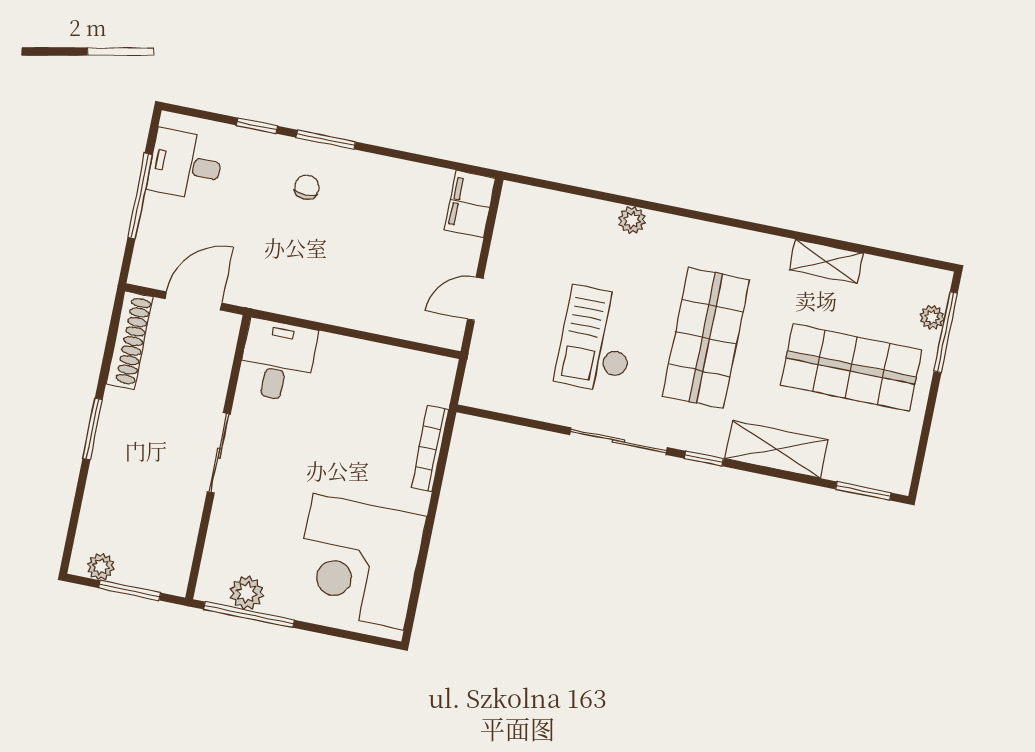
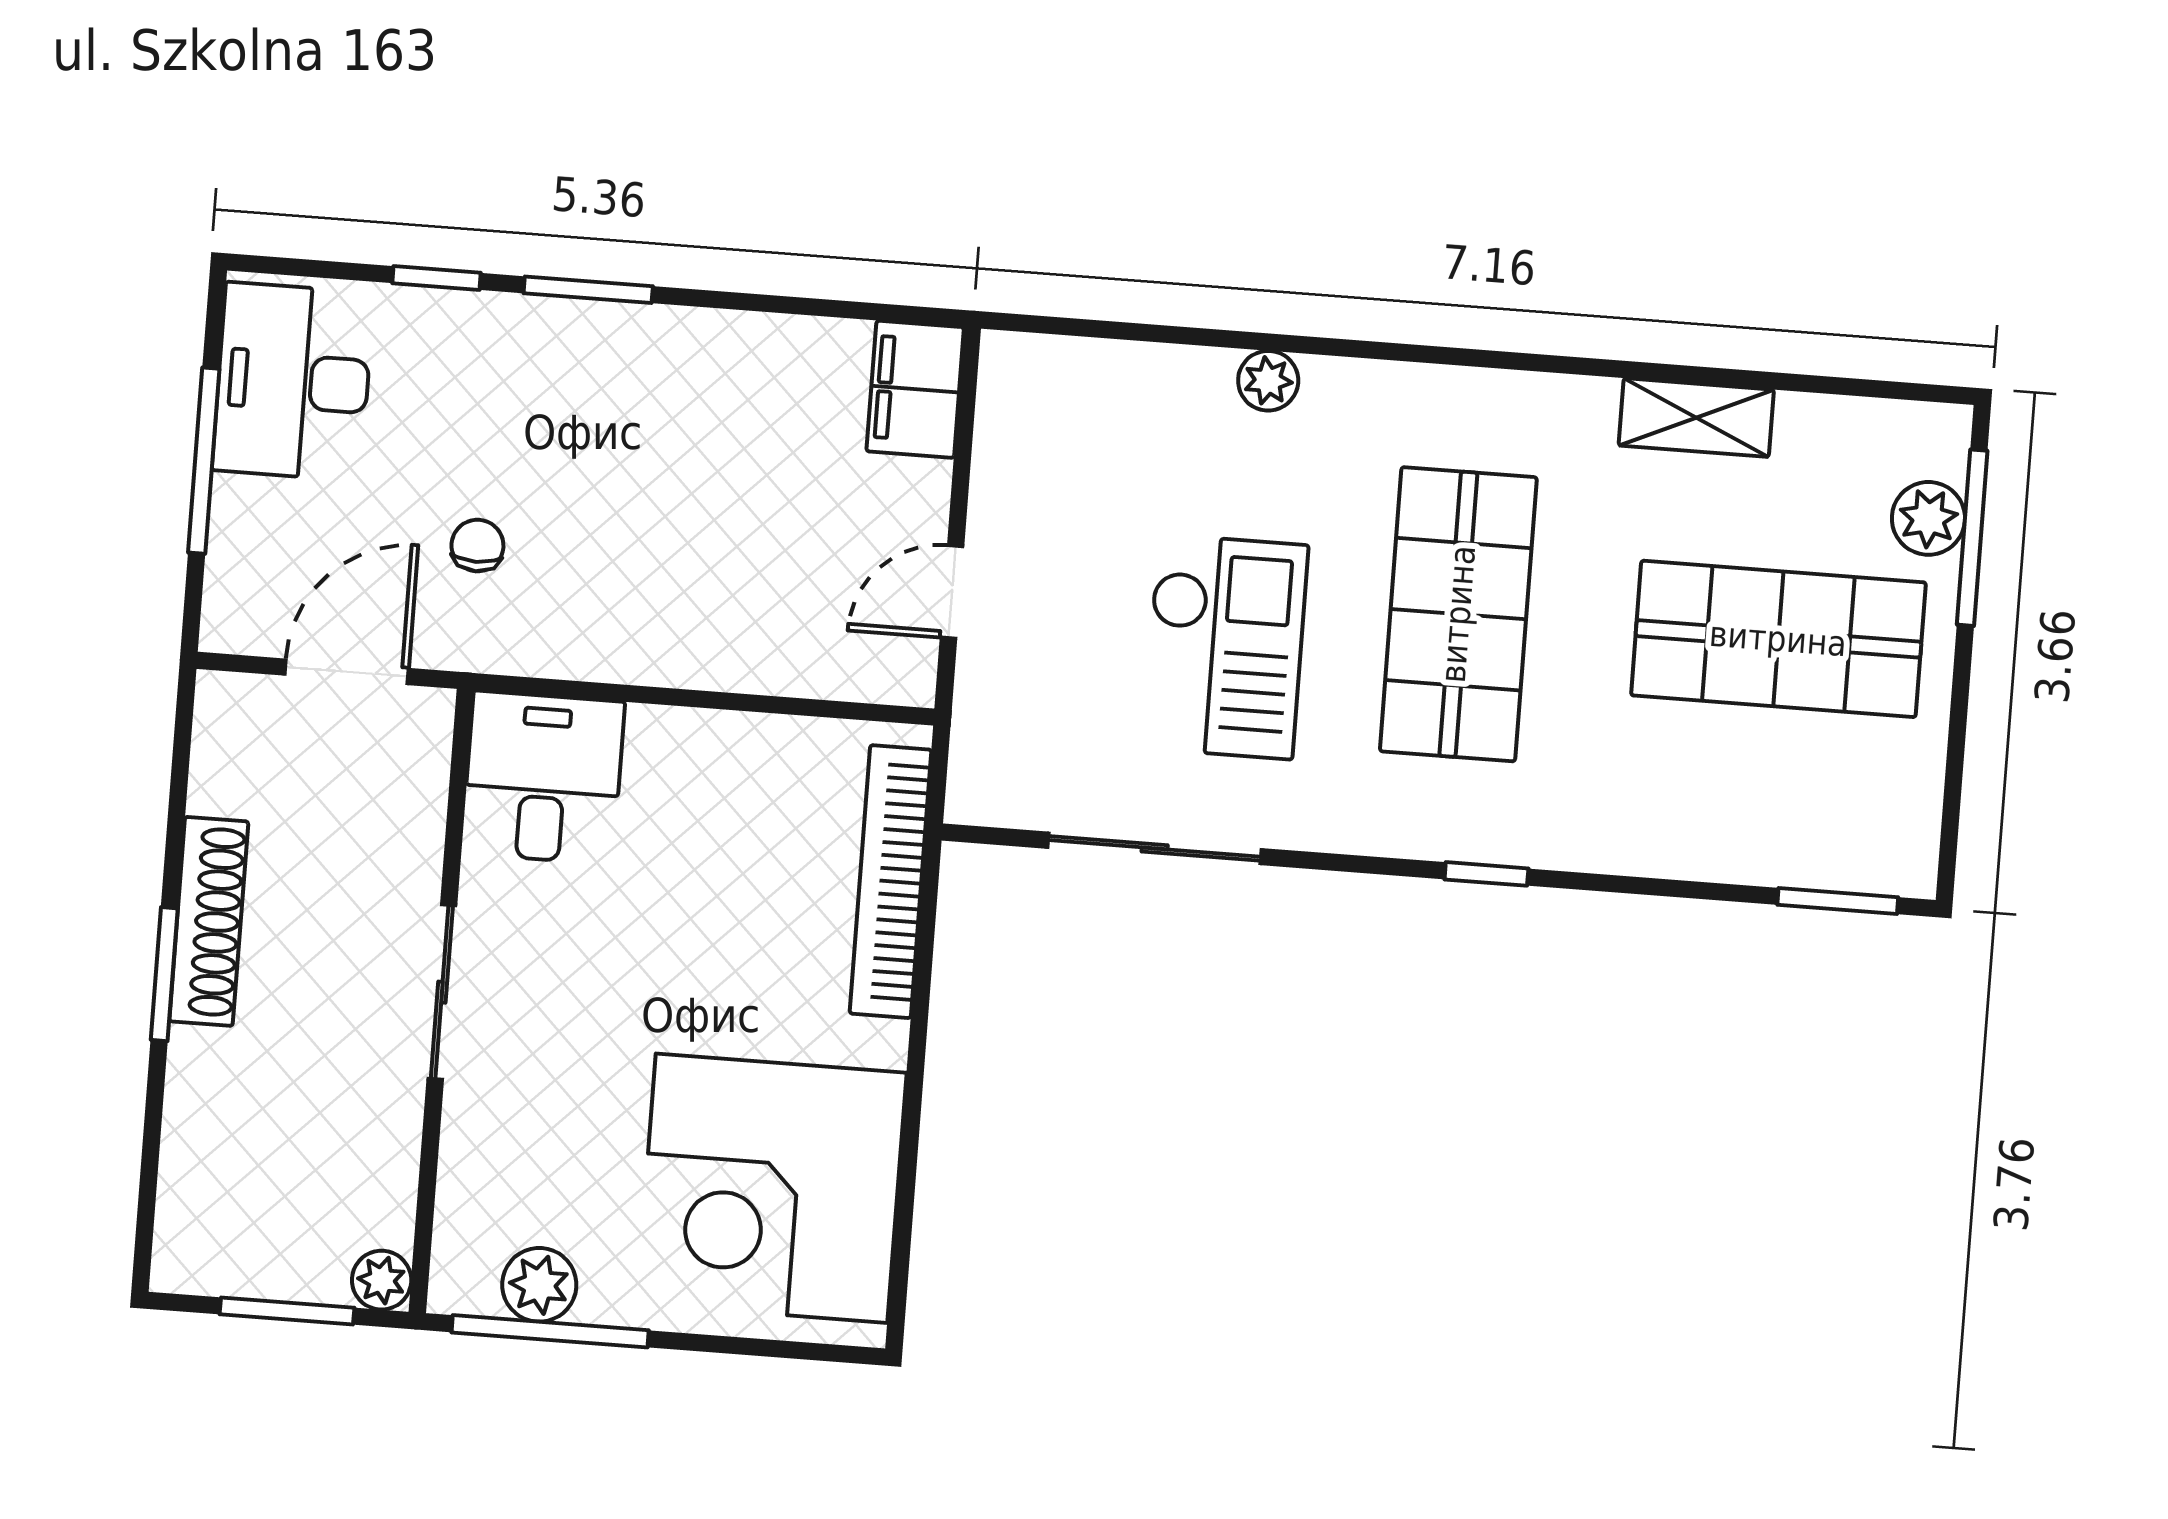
desk: (185, 165) -> (293, 381), width x1.37
chair: (307, 187) -> (477, 545), moved
plant: (932, 317) -> (1928, 518), width x1.38, depth x1.38
shoe rack: (130, 340) -> (209, 921), moved
checkout: (597, 340) -> (1225, 647), turned 180
sliding door: (618, 441) -> (1155, 848), moved
bookcase: (430, 448) -> (891, 882), width x1.48, depth x1.31
shelving: (776, 449) -> (1640, 835), removed
plant: (101, 567) -> (382, 1280), moved

